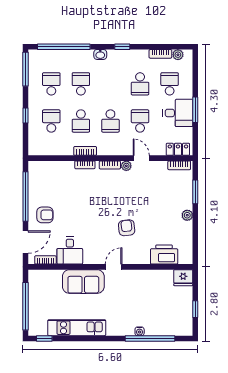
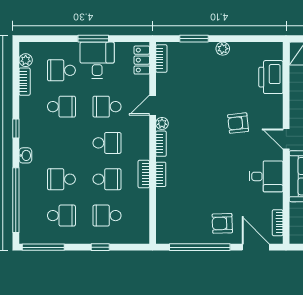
school desk: (51, 84) -> (61, 216), turned 180
armchair: (45, 215) -> (222, 223), turned -92
desk: (70, 251) -> (266, 176), moved

